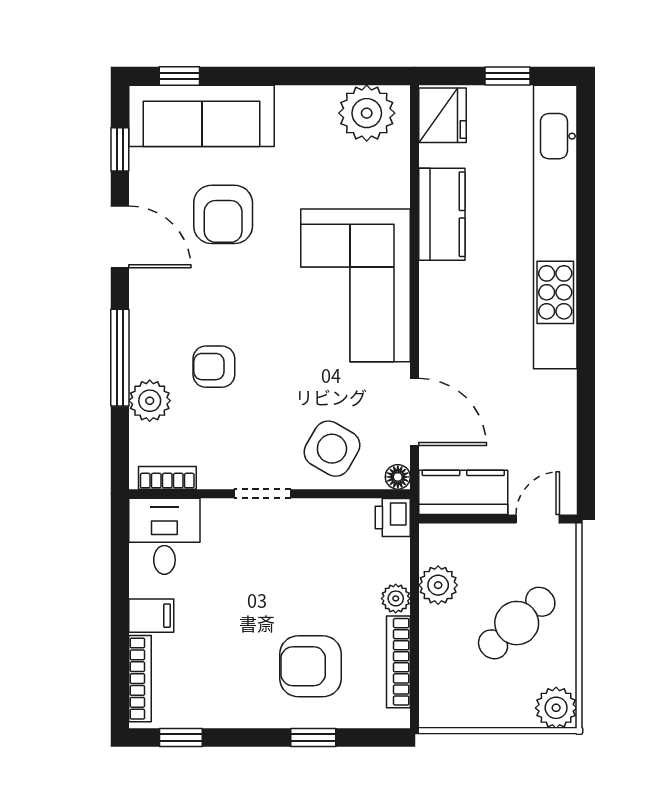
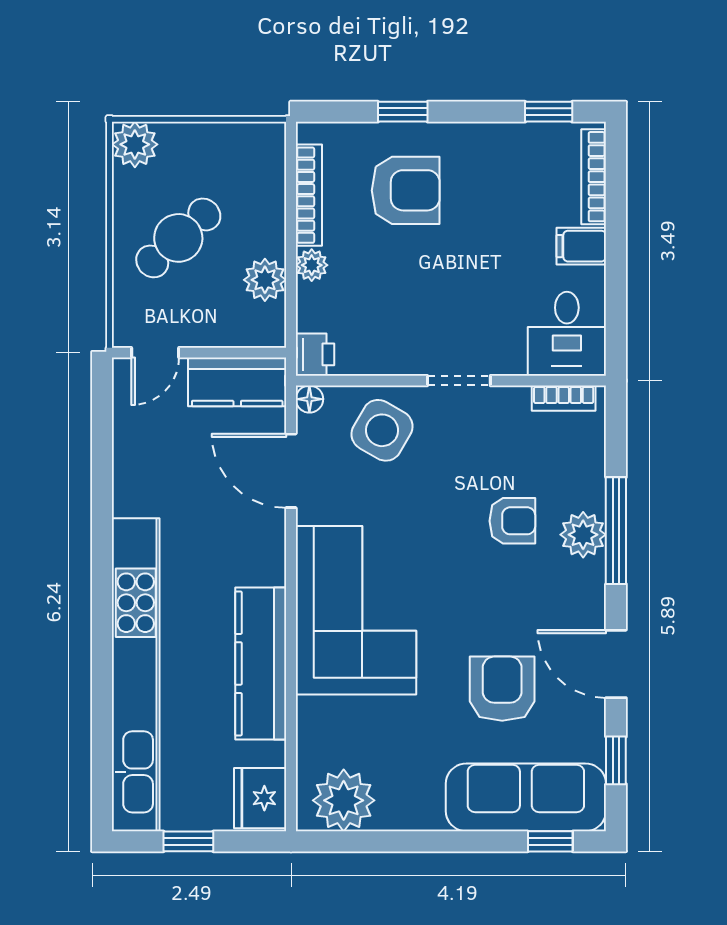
kitchen counter: (442, 214) -> (261, 663), width x1.50
plant: (150, 401) -> (583, 535), moved

